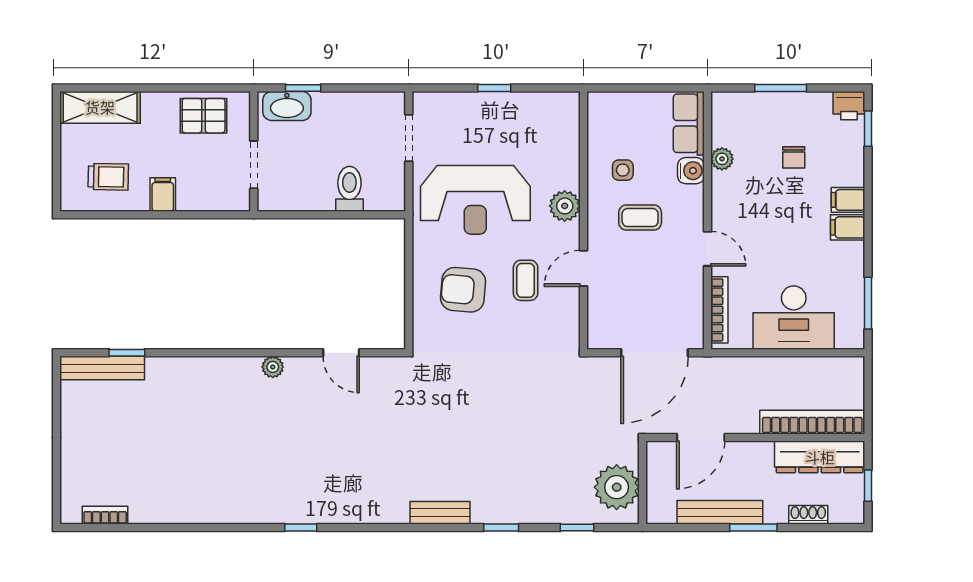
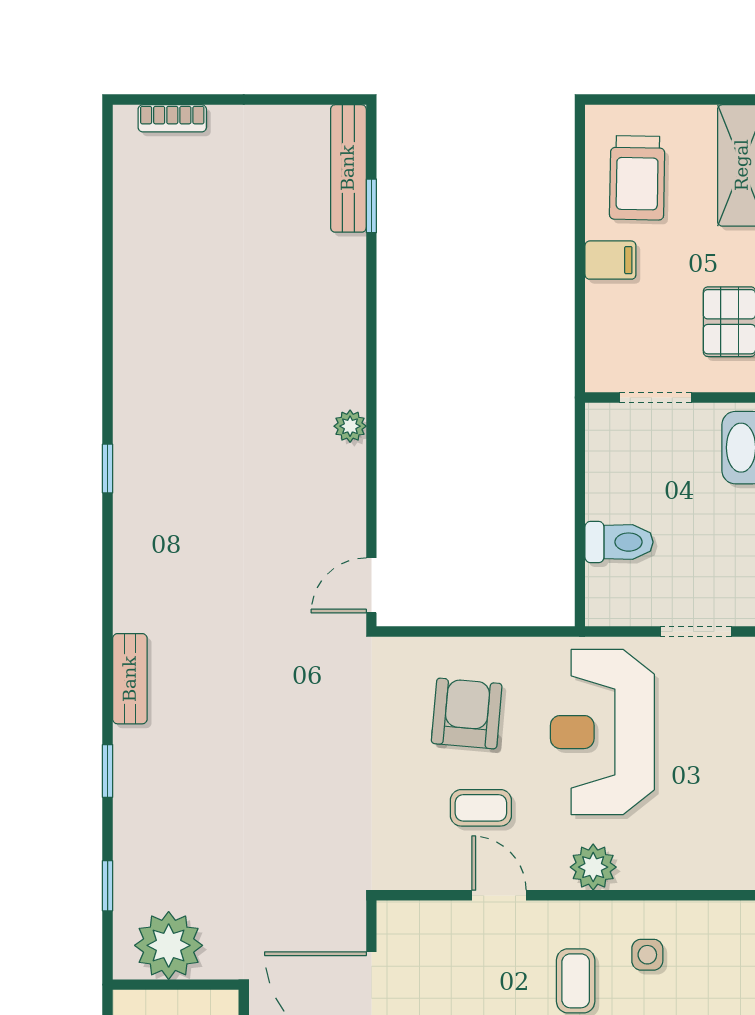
trolley: (108, 177) -> (637, 178), width x1.36, depth x1.39
door: (341, 353) -> (371, 585), moved
bookcase: (105, 515) -> (172, 118), moved, turned 90

